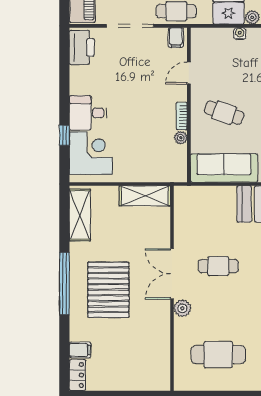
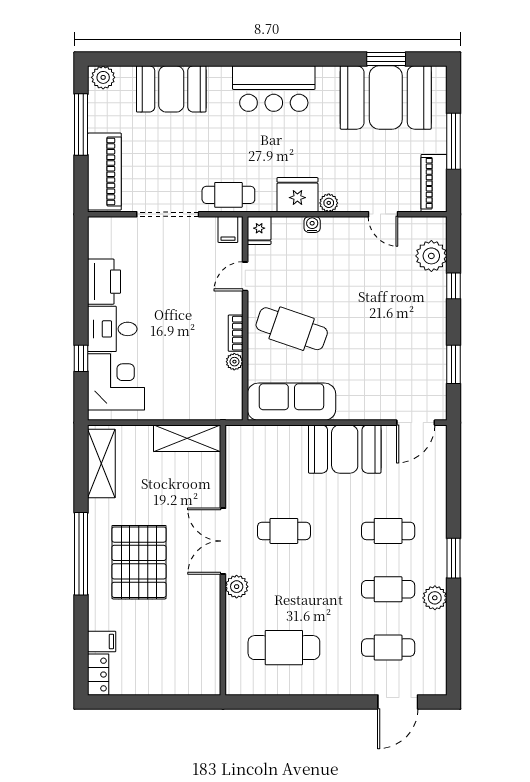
fridge: (199, 38) -> (259, 230), added
printer: (82, 47) -> (104, 282), moved
cafe table: (224, 113) -> (292, 329), width x1.37, depth x1.35

